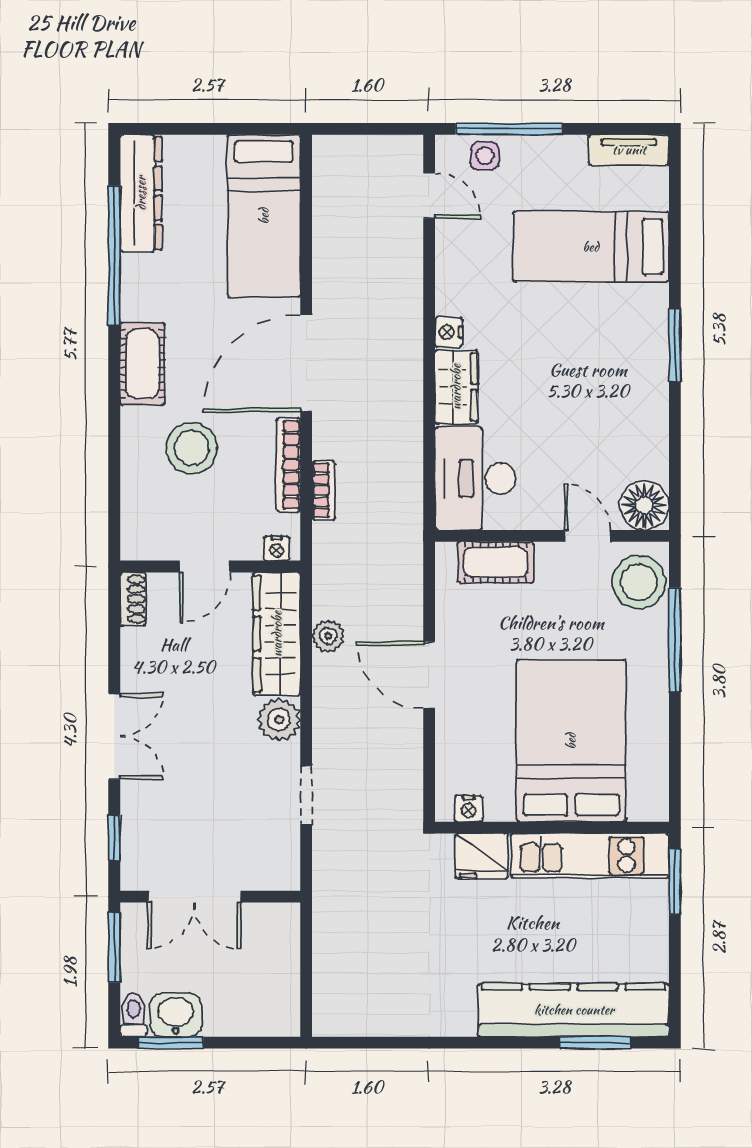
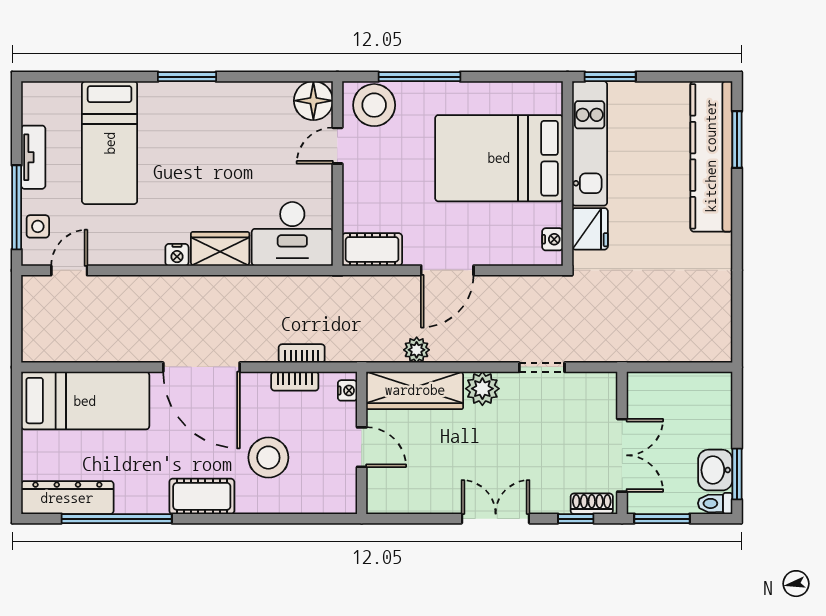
tv unit: (629, 150) -> (33, 157), moved
bookcase: (288, 465) -> (295, 381), width x0.64
cot: (495, 562) -> (372, 249), moved, turned 90
shoe rack: (133, 599) -> (592, 504), moved

